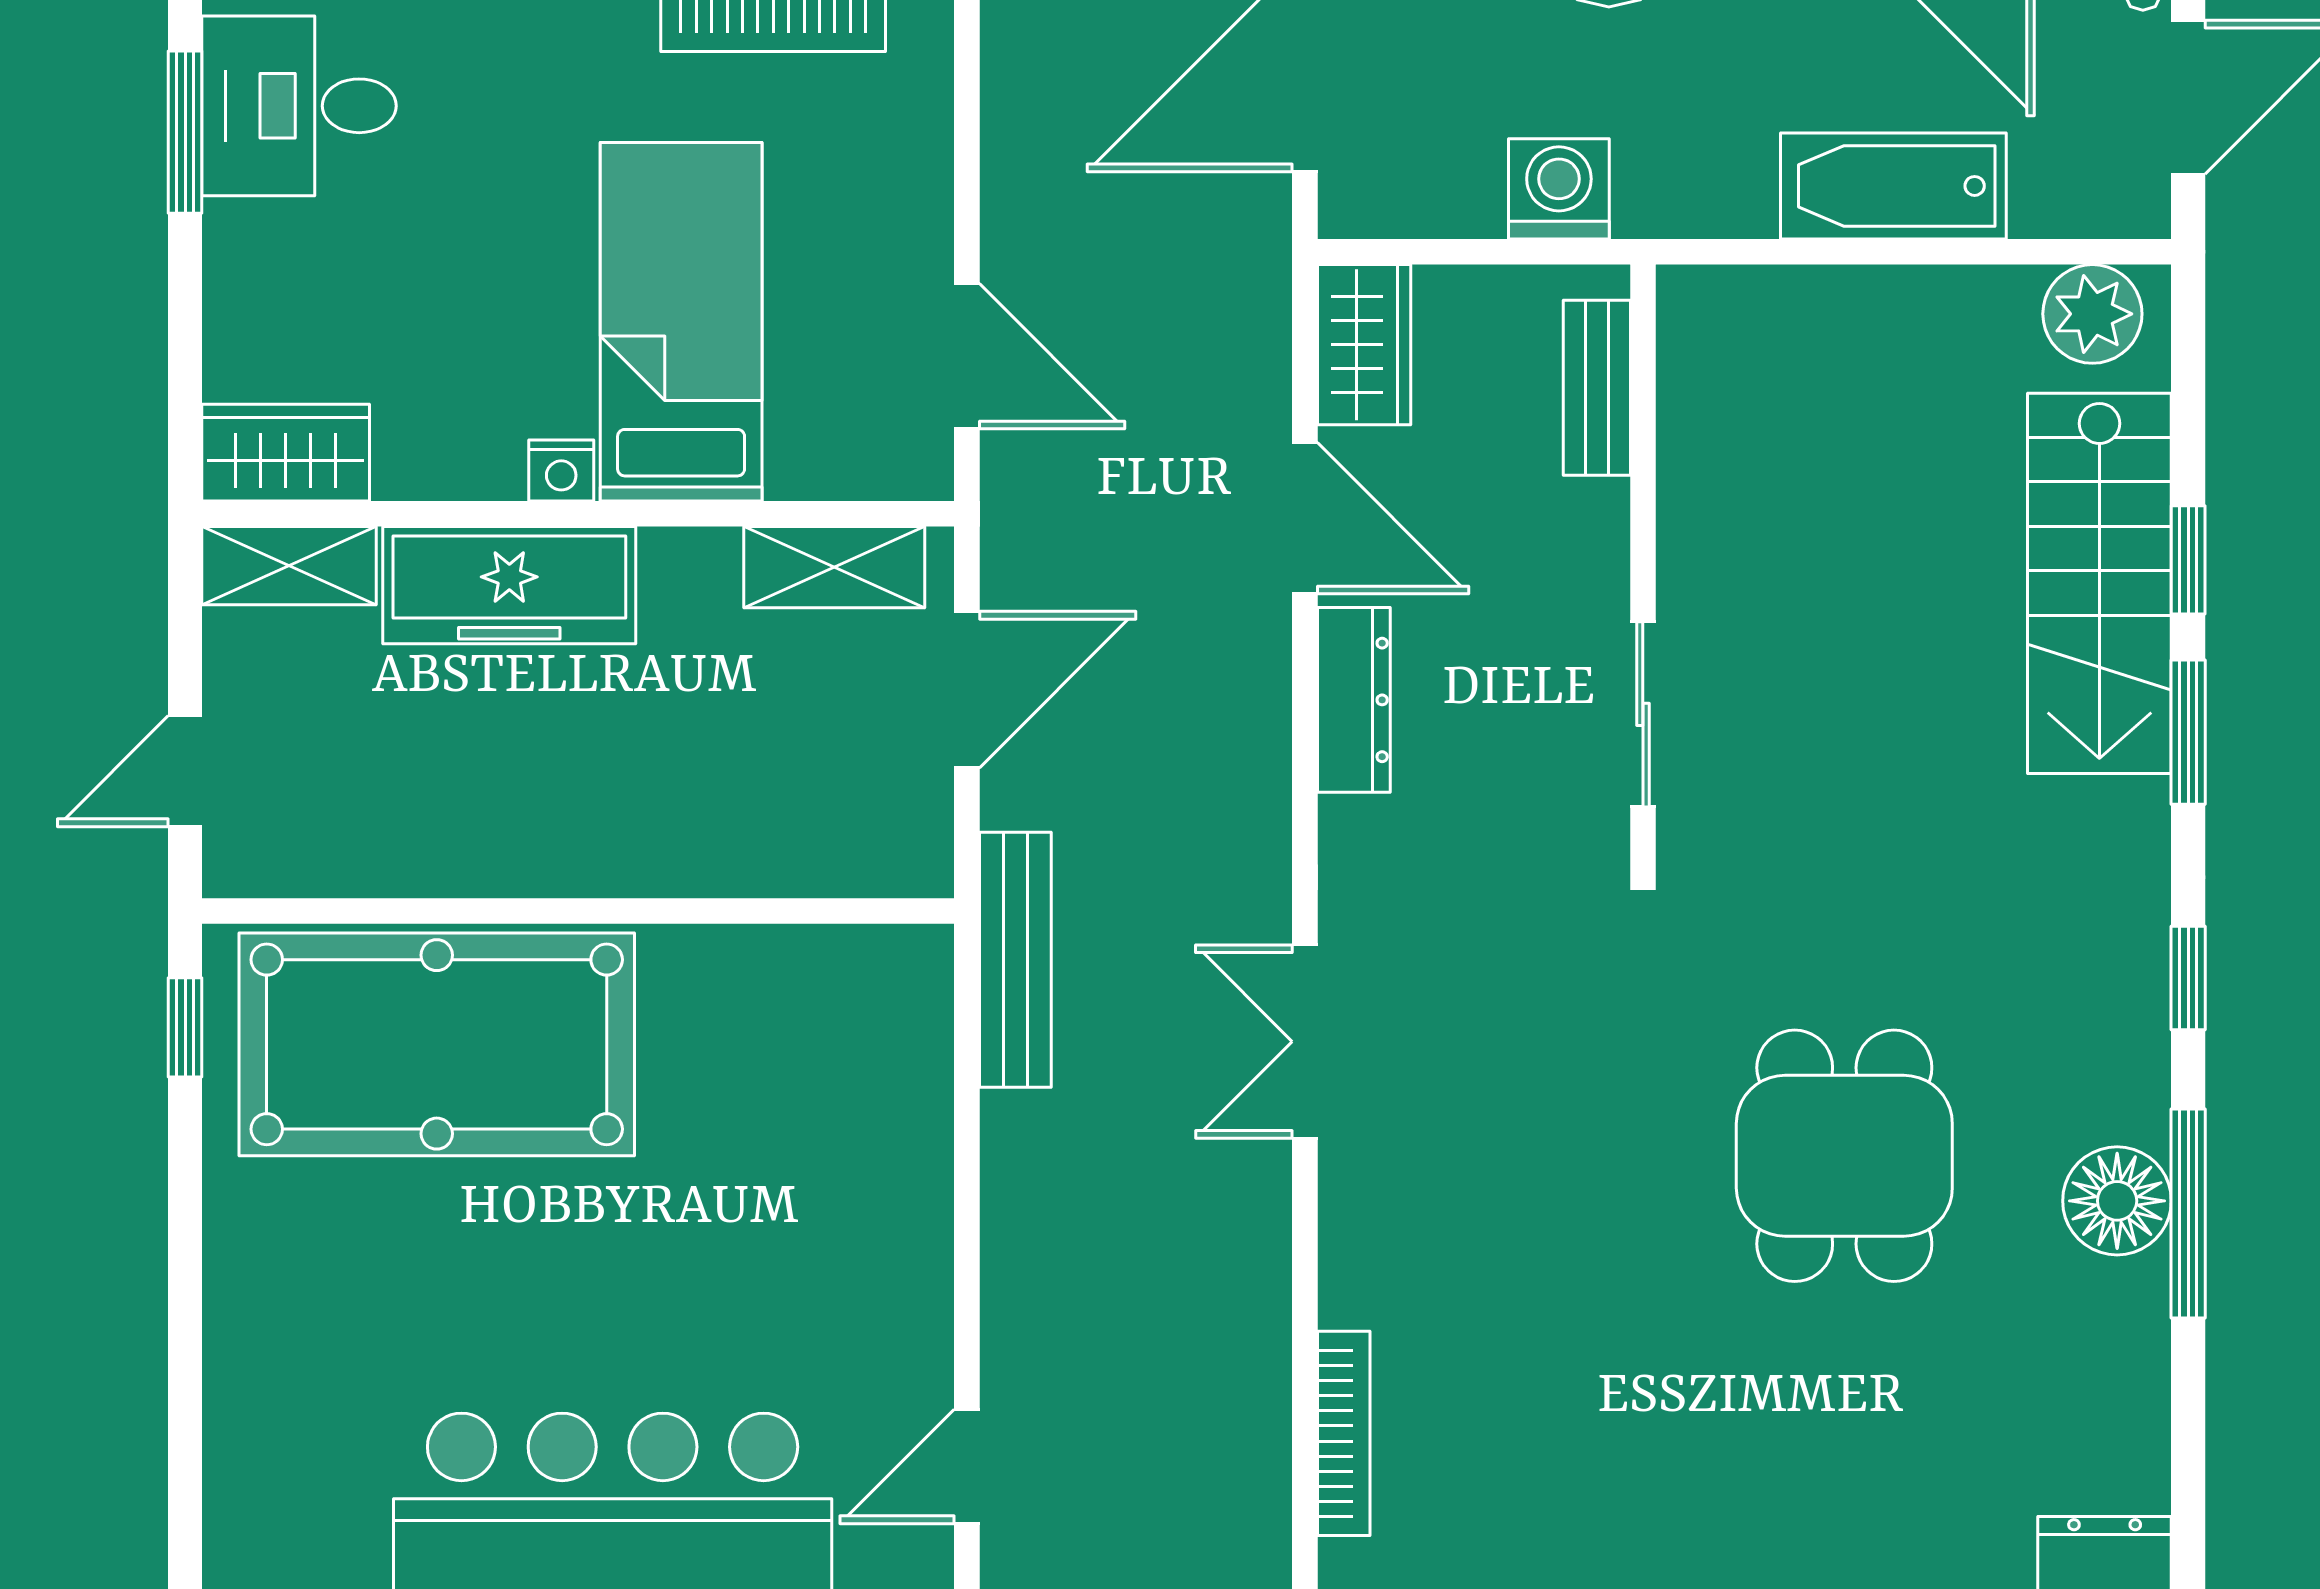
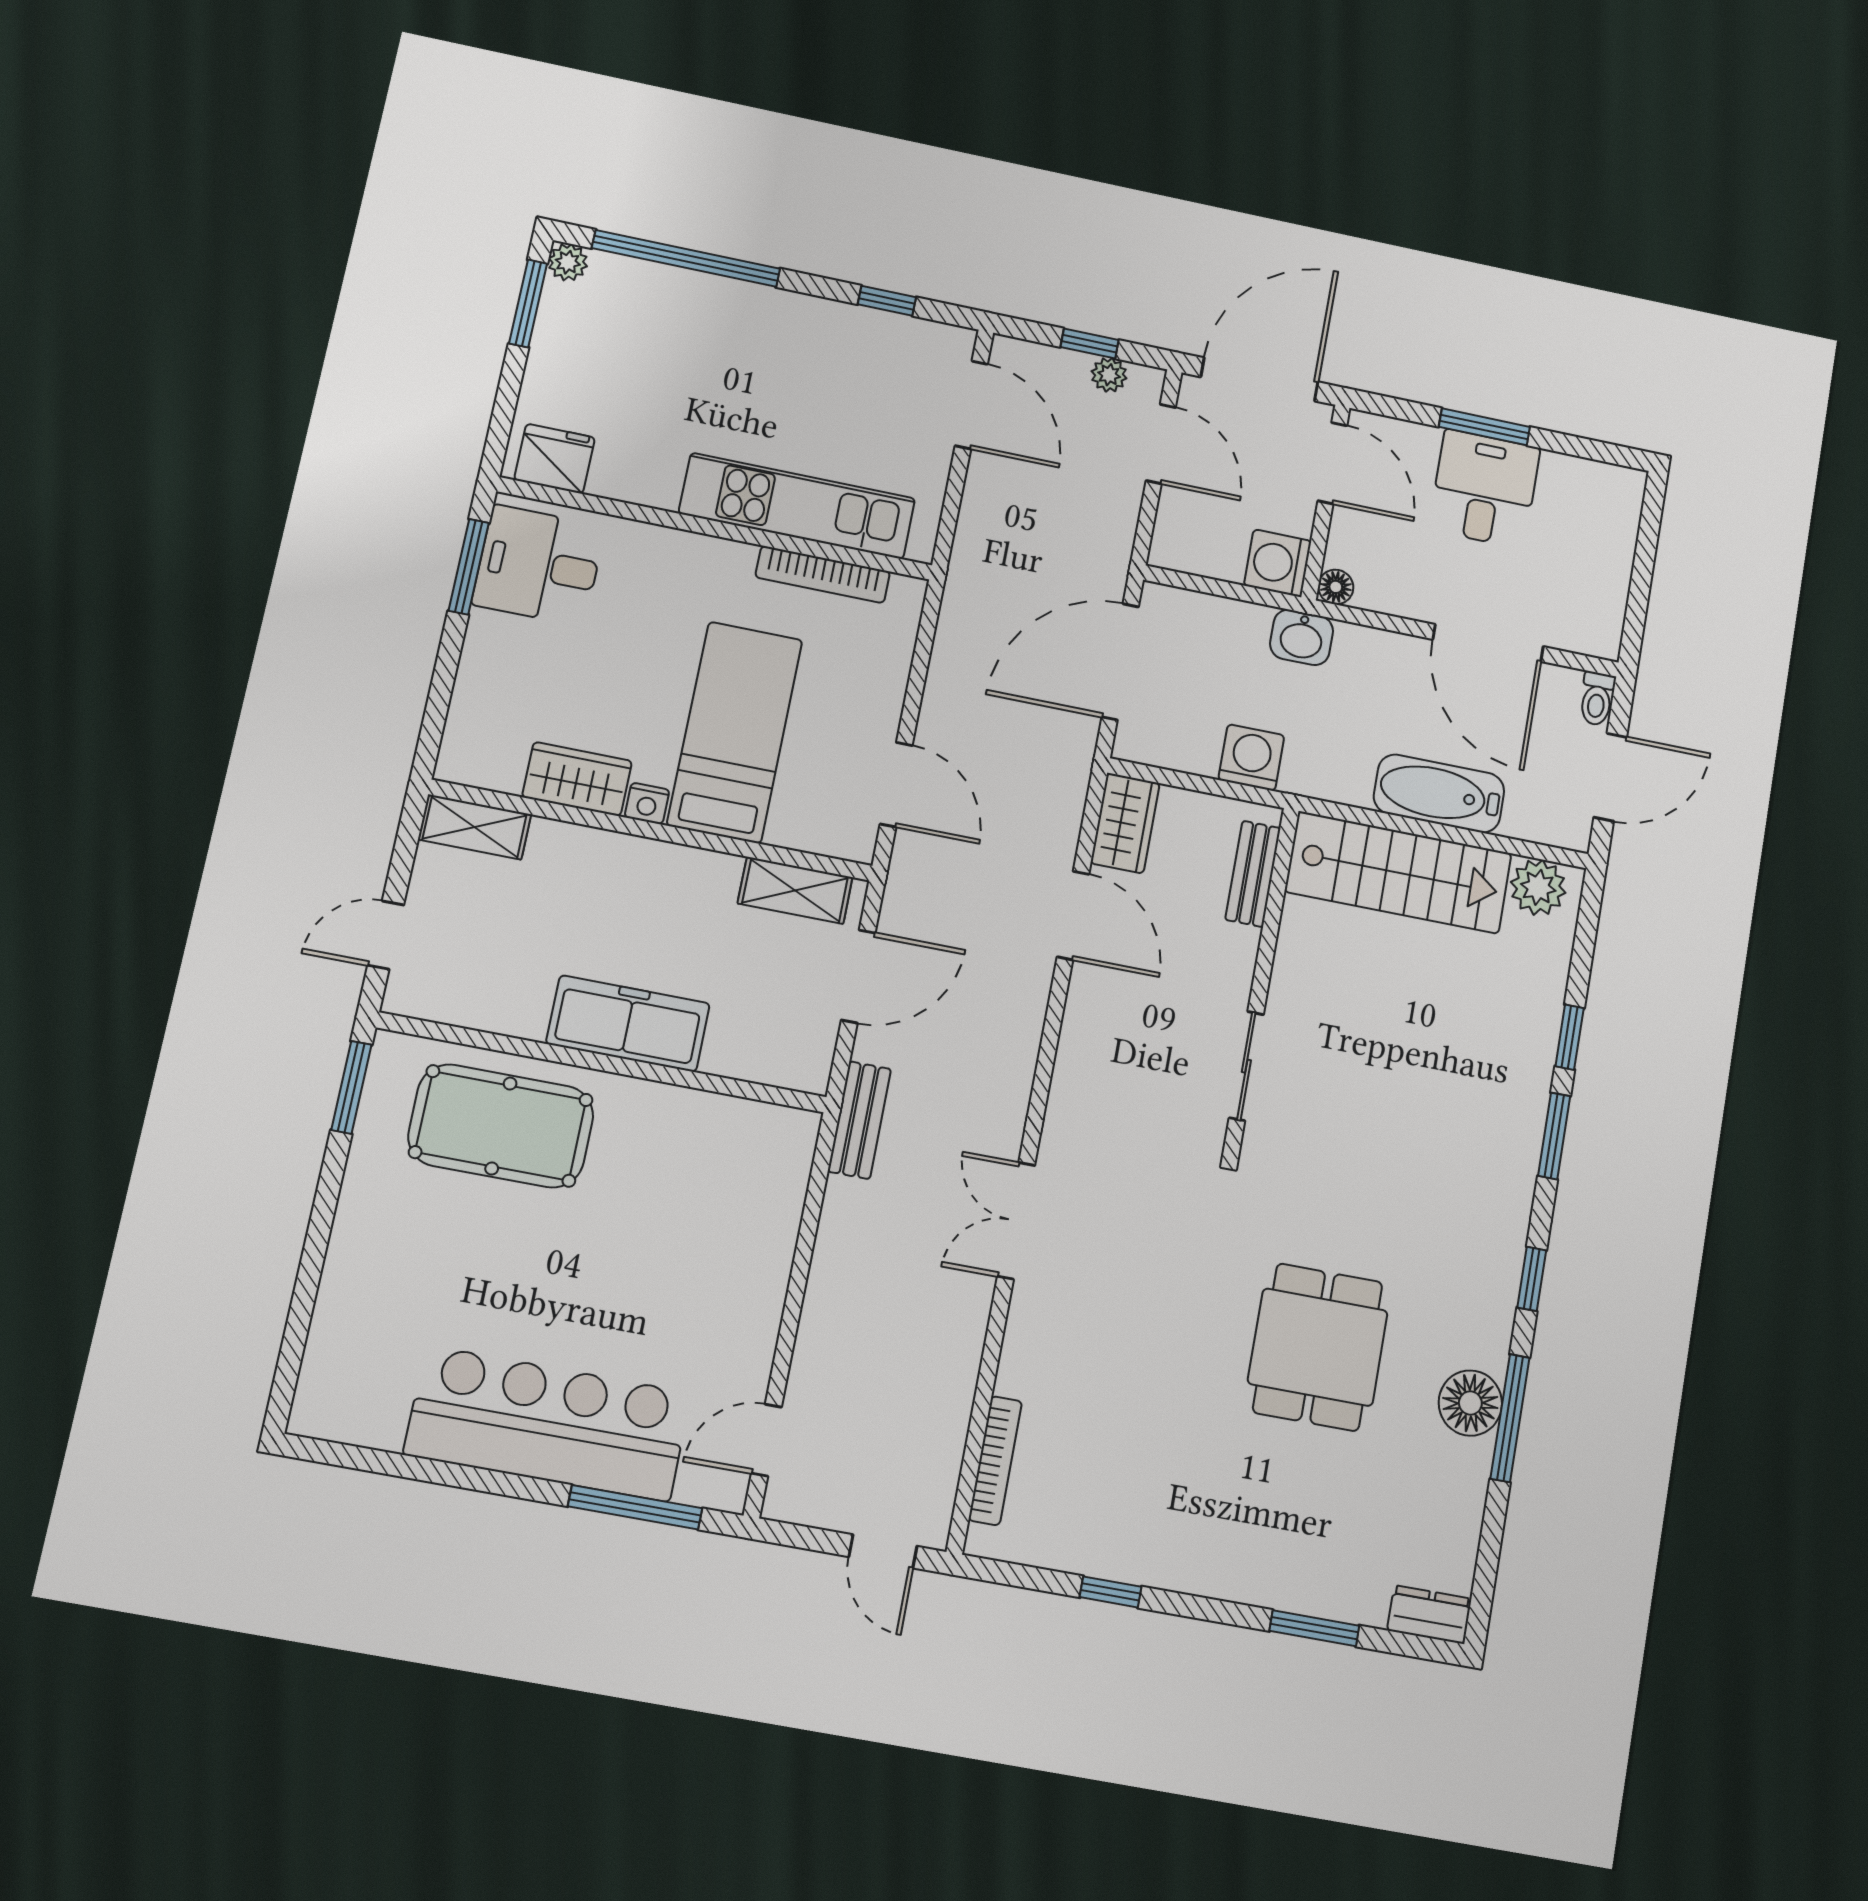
wardrobe: (286, 453) -> (577, 779), moved
stairs: (2099, 583) -> (1398, 873), moved, turned -90
freezer: (509, 585) -> (628, 1023), moved, turned 180
dresser: (1354, 700) -> (1082, 1026), removed
bench: (1015, 960) -> (859, 1120), width x0.73
window: (185, 1027) -> (351, 1087), width x1.50
pool table: (437, 1044) -> (501, 1126), width x0.73, depth x0.76

